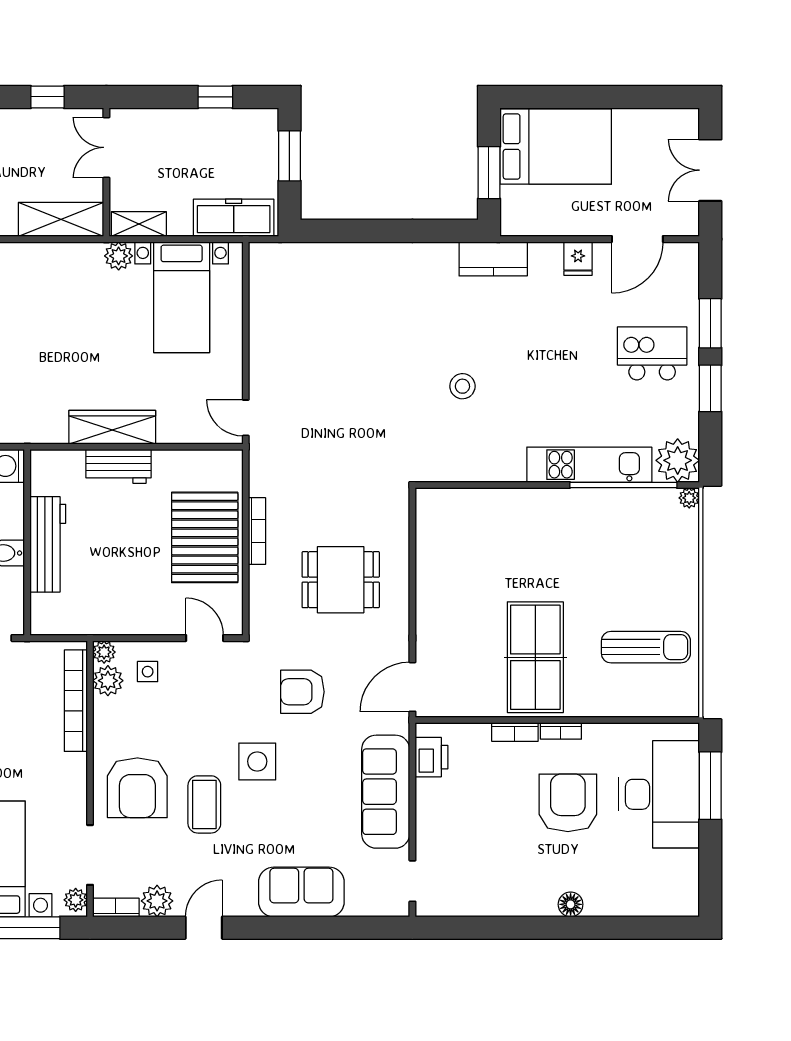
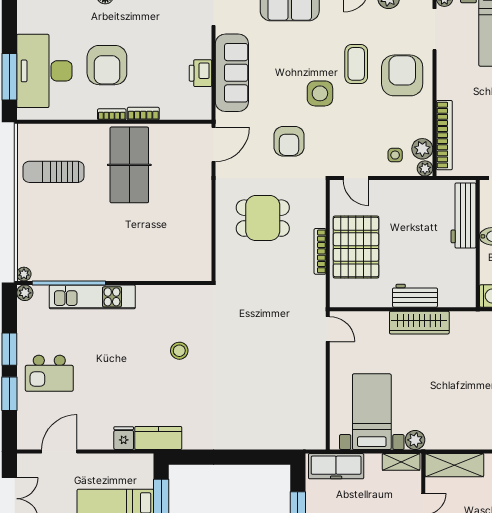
fridge: (578, 259) -> (124, 438), moved
plant: (678, 460) -> (25, 293), width x0.53, depth x0.53
workbench: (48, 544) -> (463, 216), moved
armchair: (302, 692) -> (289, 141), turned 90
printer: (431, 757) -> (200, 73), moved

